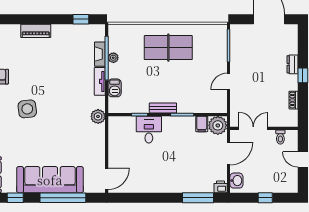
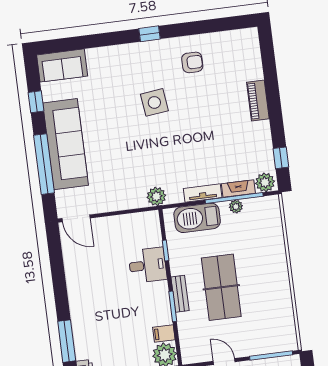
plant: (98, 33) -> (265, 182), added
table tennis table: (168, 48) -> (221, 287), moved
barbecue: (115, 88) -> (197, 218), width x1.88, depth x1.53
bench: (163, 108) -> (180, 294), moved

